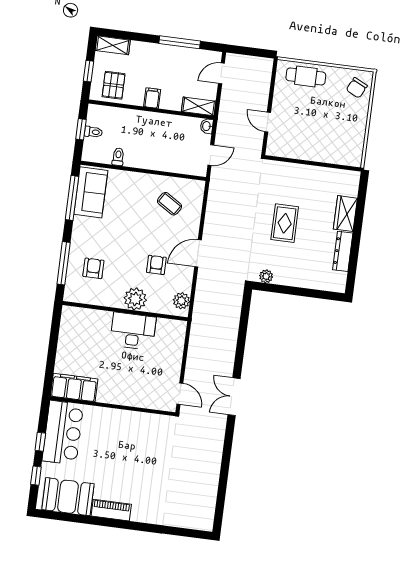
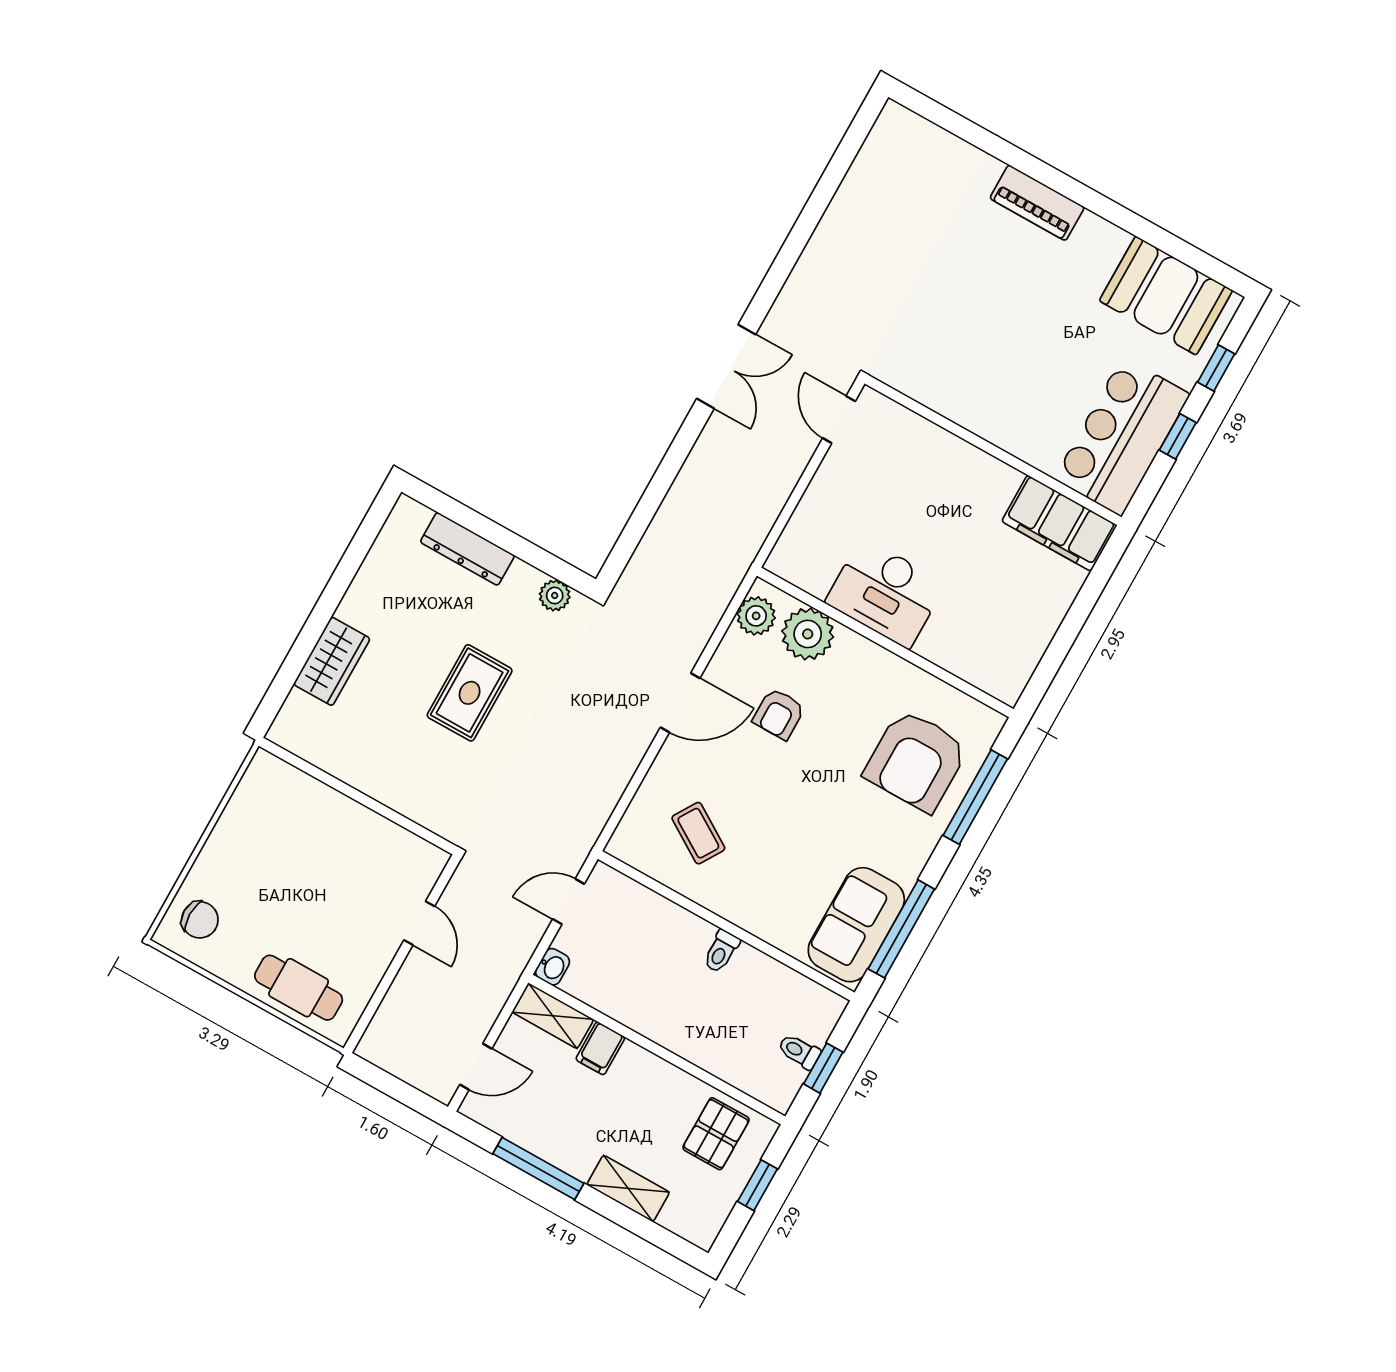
shelving: (113, 45) -> (628, 1188), moved
chair: (357, 88) -> (200, 920), turned 64
filing cabinet: (152, 98) -> (600, 1048), moved
toilet: (118, 157) -> (721, 951), moved
dresser: (343, 251) -> (467, 549), moved, turned 90
armchair: (93, 268) -> (916, 761), width x1.88, depth x1.88
plant: (135, 299) -> (808, 634), moved
piano: (111, 510) -> (1037, 203), moved

